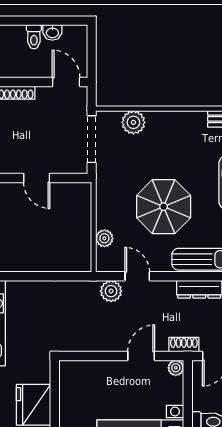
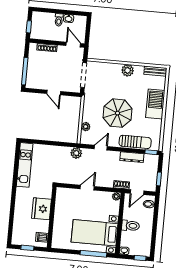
plant: (133, 122) -> (128, 70), moved
door: (137, 276) -> (101, 148), hinge flipped
plant: (111, 291) -> (76, 153), moved
door: (141, 356) -> (87, 188), moved

